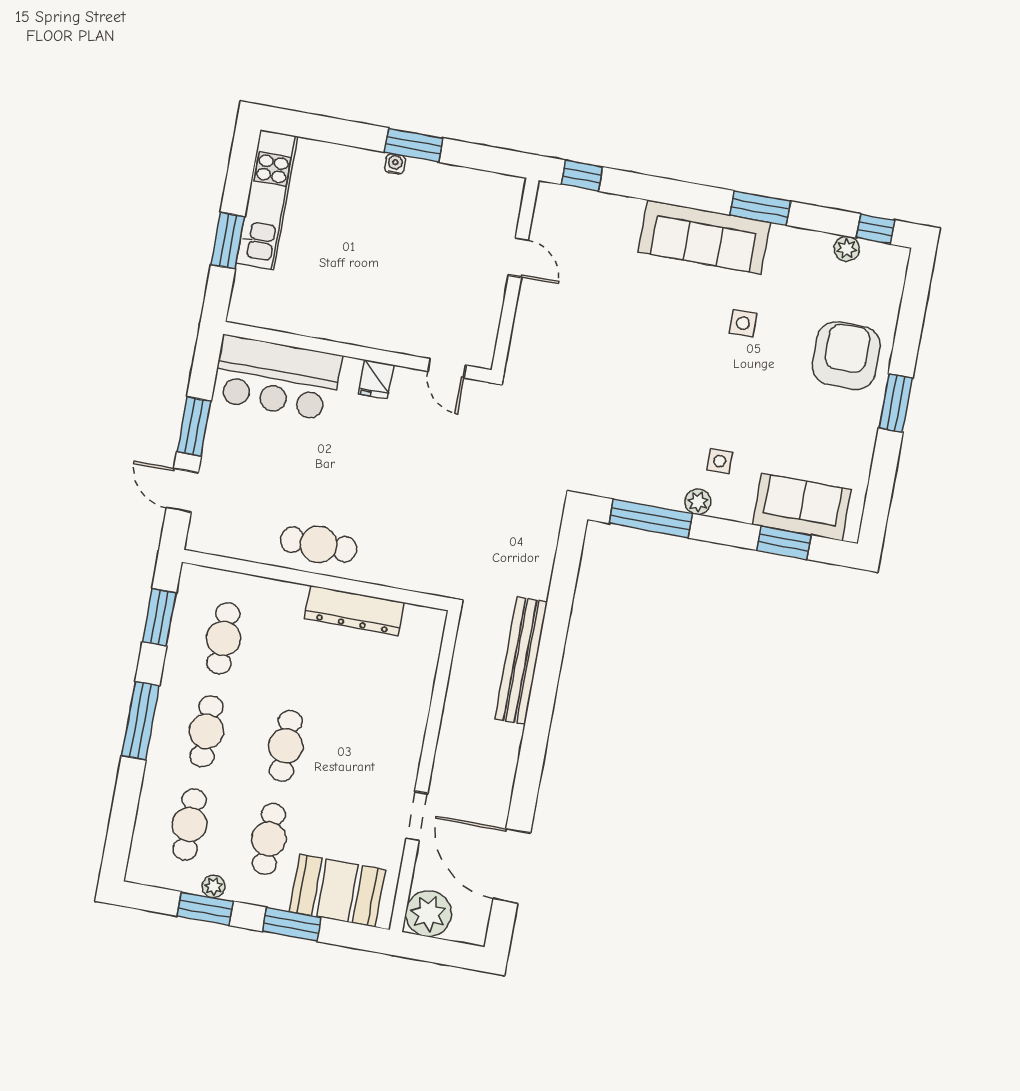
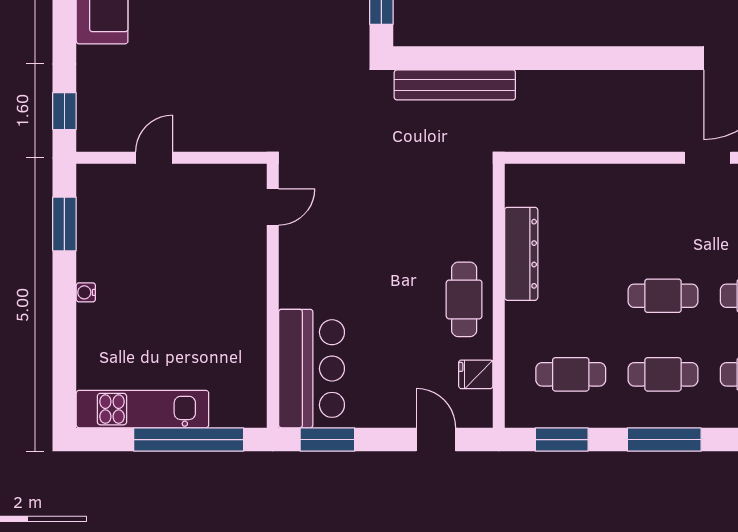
window: (414, 145) -> (64, 224), moved
window: (228, 241) -> (189, 440), width x2.11
fridge: (376, 379) -> (476, 374), moved, turned 180
window: (194, 426) -> (327, 440), moved
door: (182, 490) -> (436, 440), swing flipped
bench: (521, 661) -> (455, 85), moved

